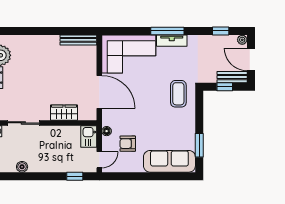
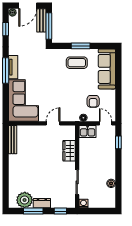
window: (225, 87) -> (49, 26), width x2.17
door: (99, 92) -> (53, 123), width x0.53
coffee table: (178, 94) -> (77, 63), moved
window: (199, 145) -> (81, 46), moved

